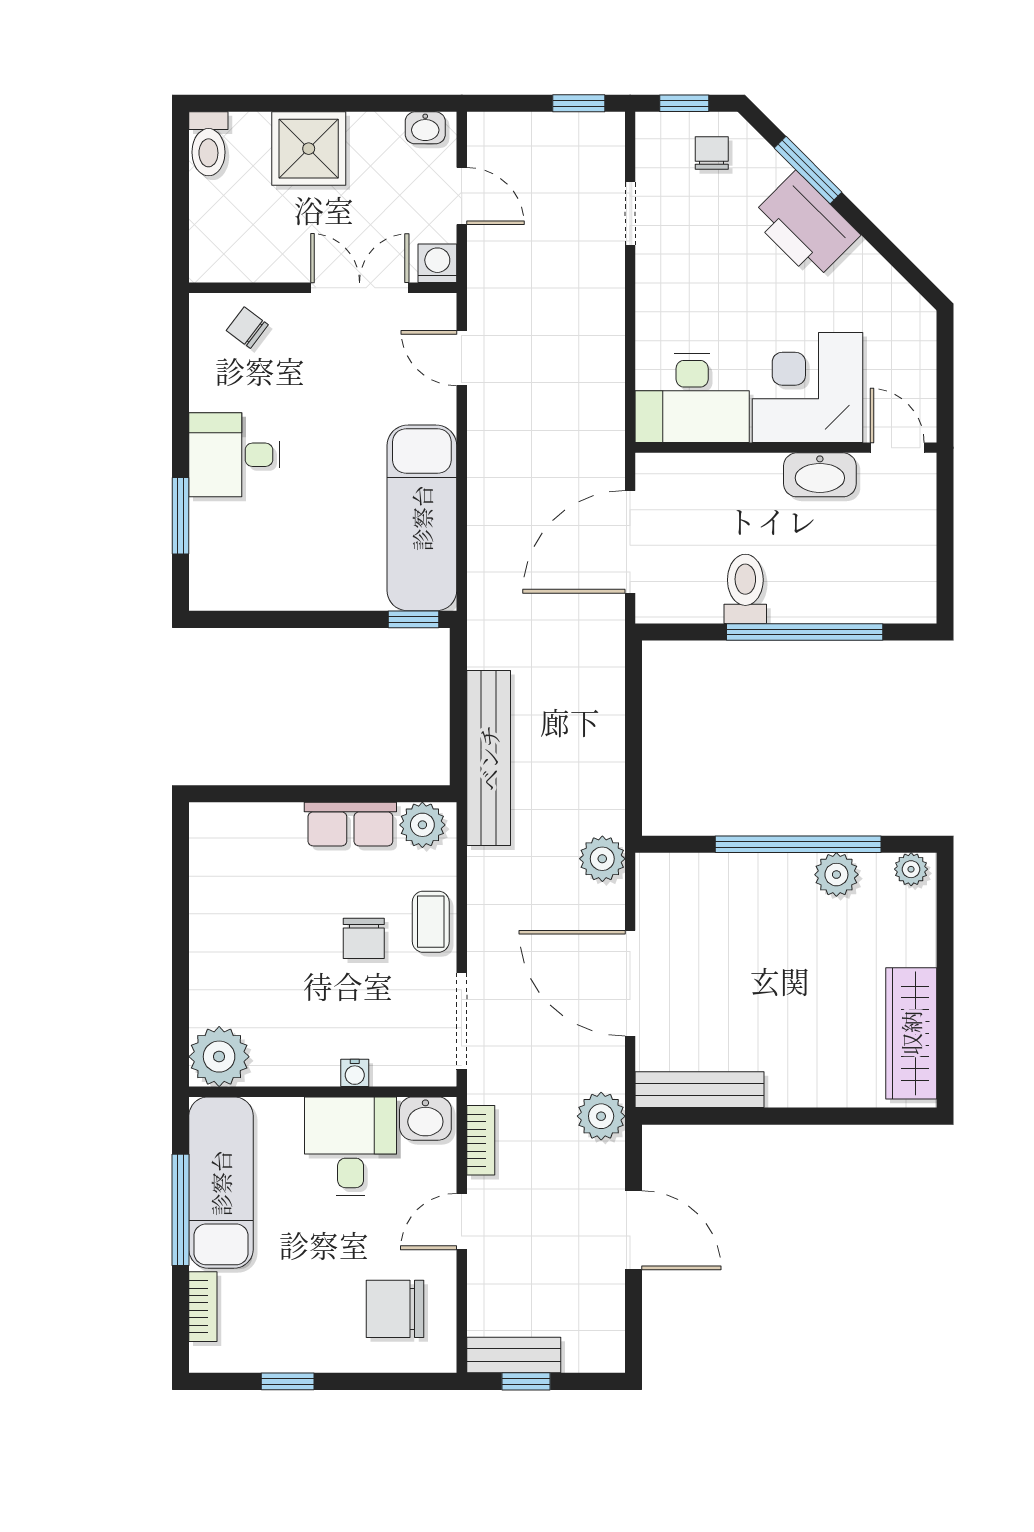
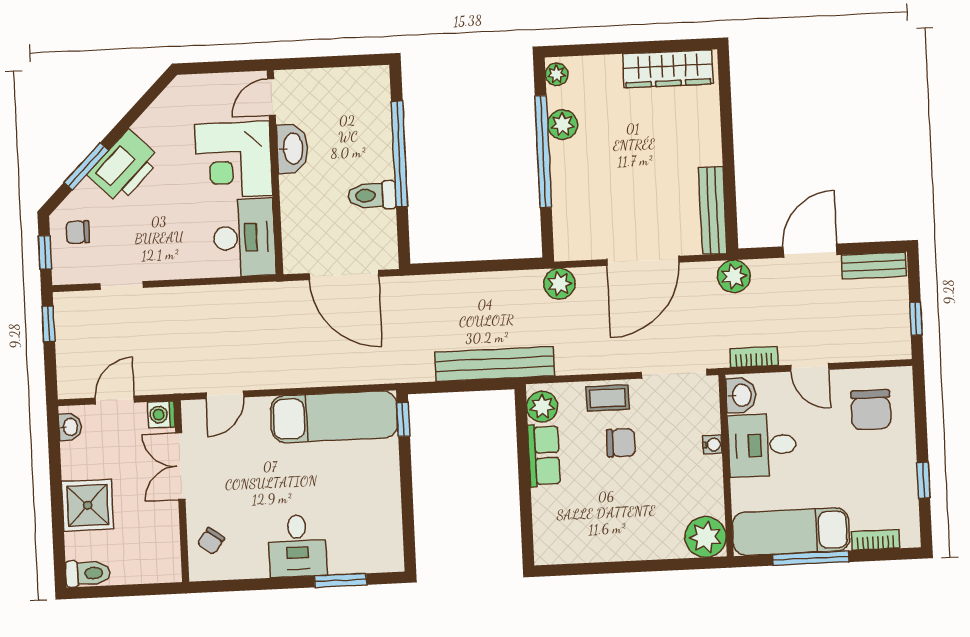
bench: (514, 1355) -> (874, 266), moved, turned 90

